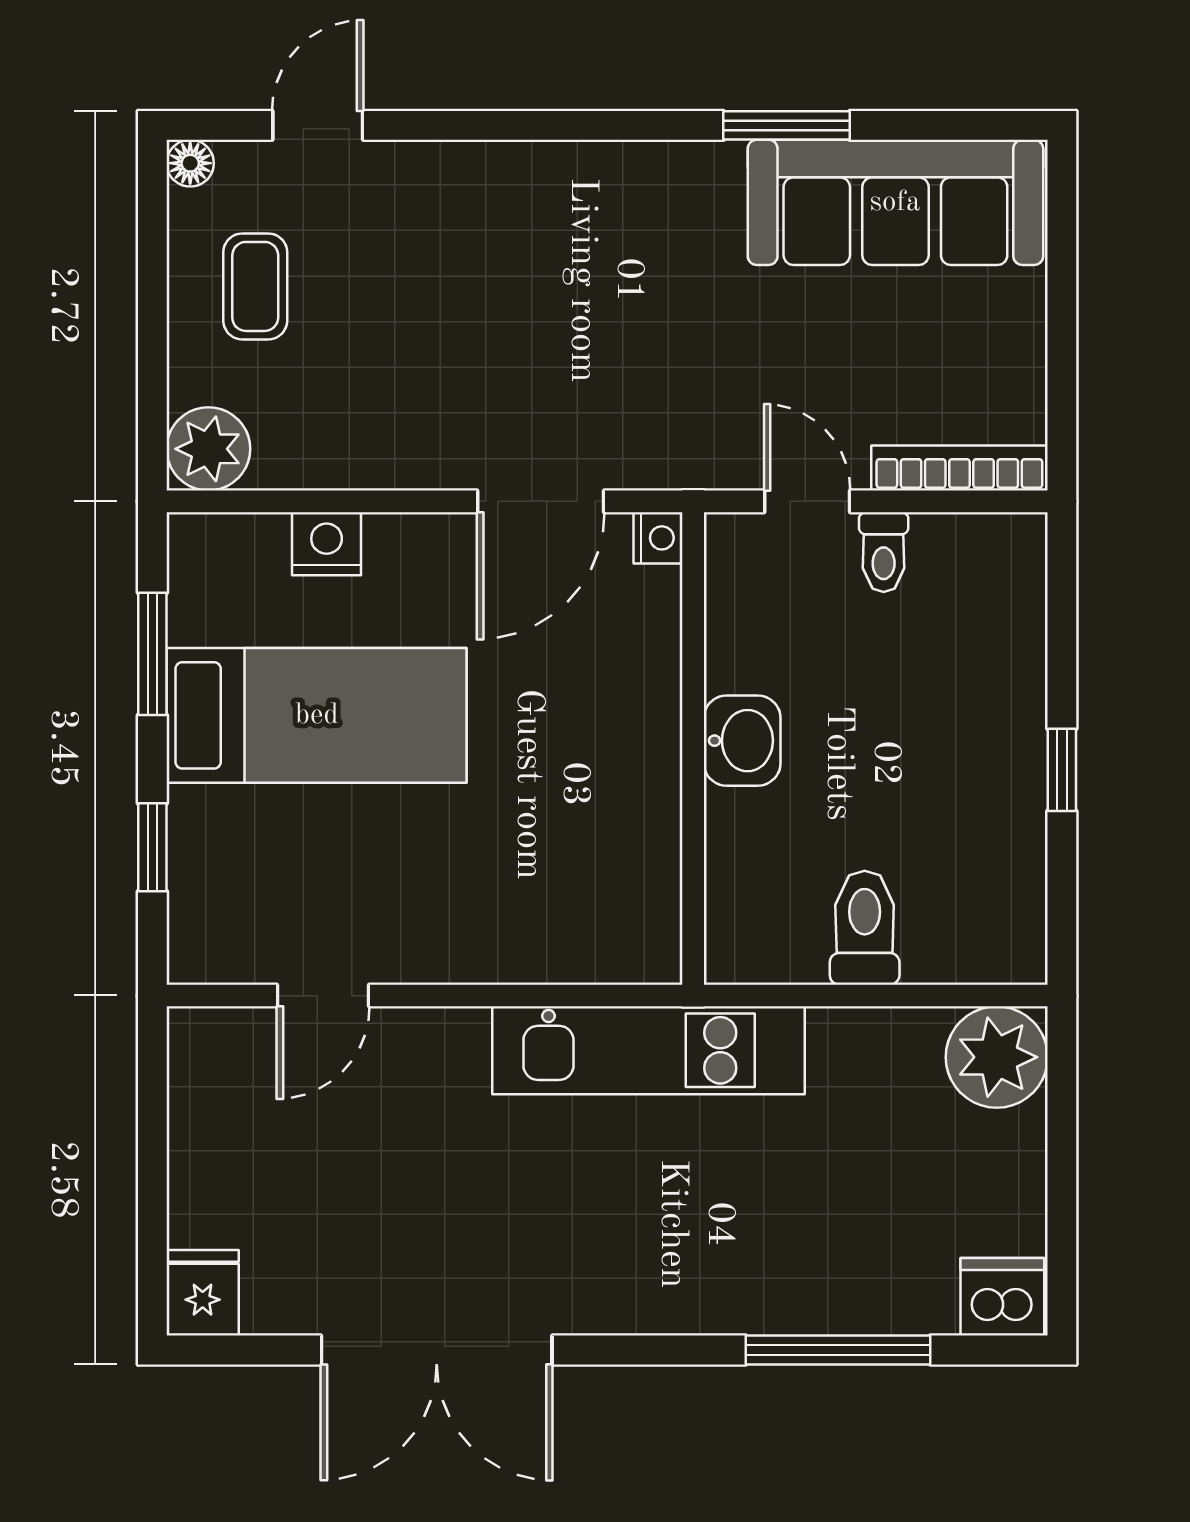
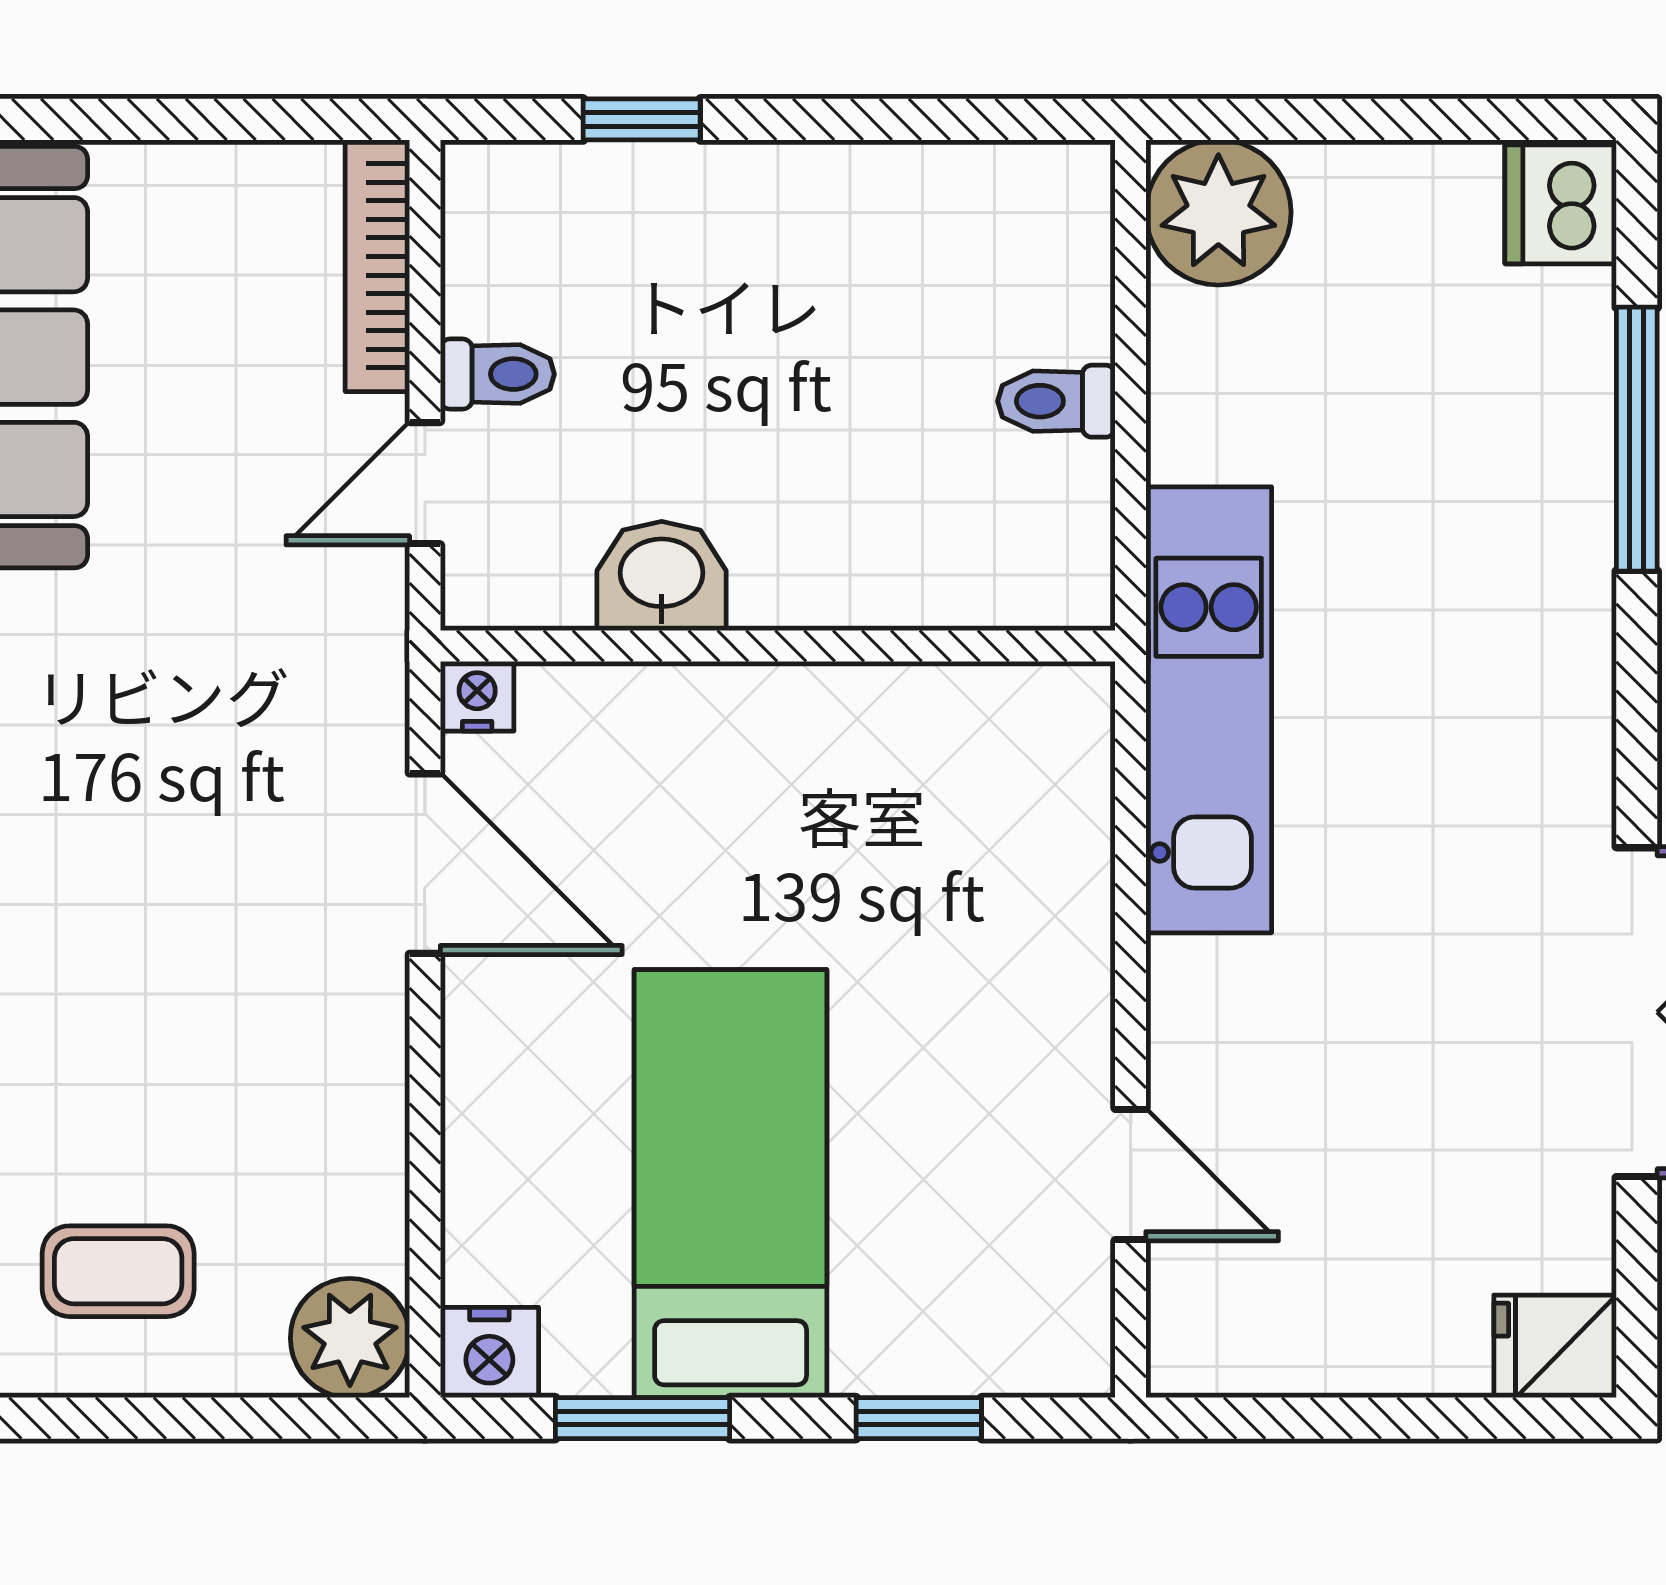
nightstand: (327, 544) -> (489, 1352), moved, turned -90
washbasin: (742, 741) -> (662, 576), moved
window: (1062, 770) -> (642, 119), moved
toilet: (865, 928) -> (1056, 401), width x0.73, depth x0.72

